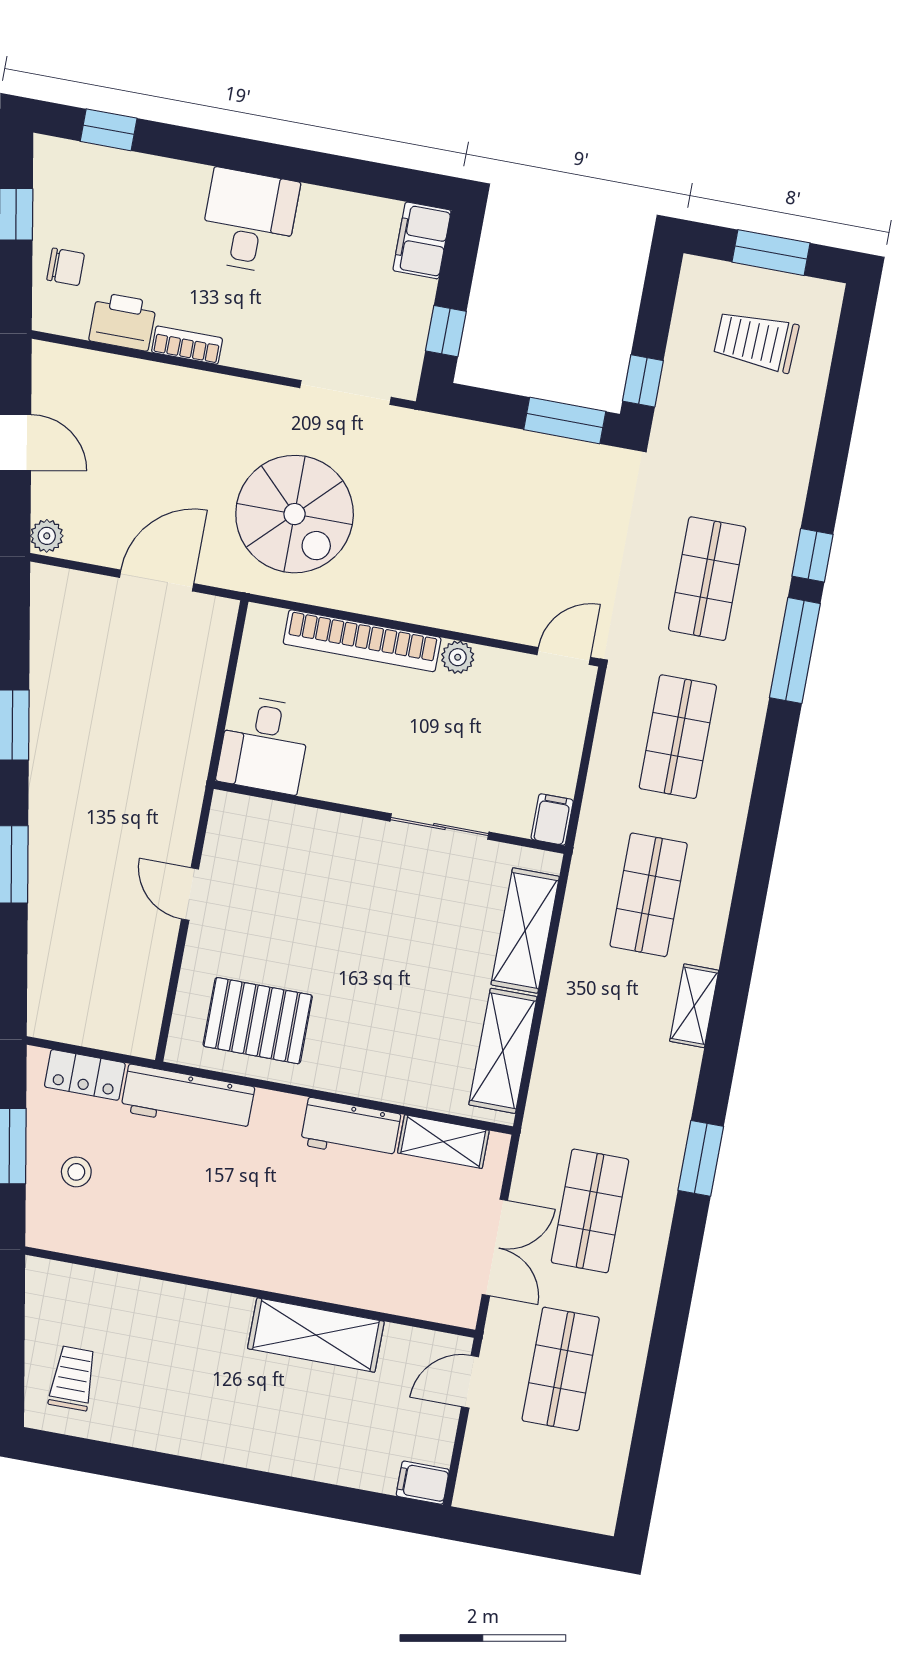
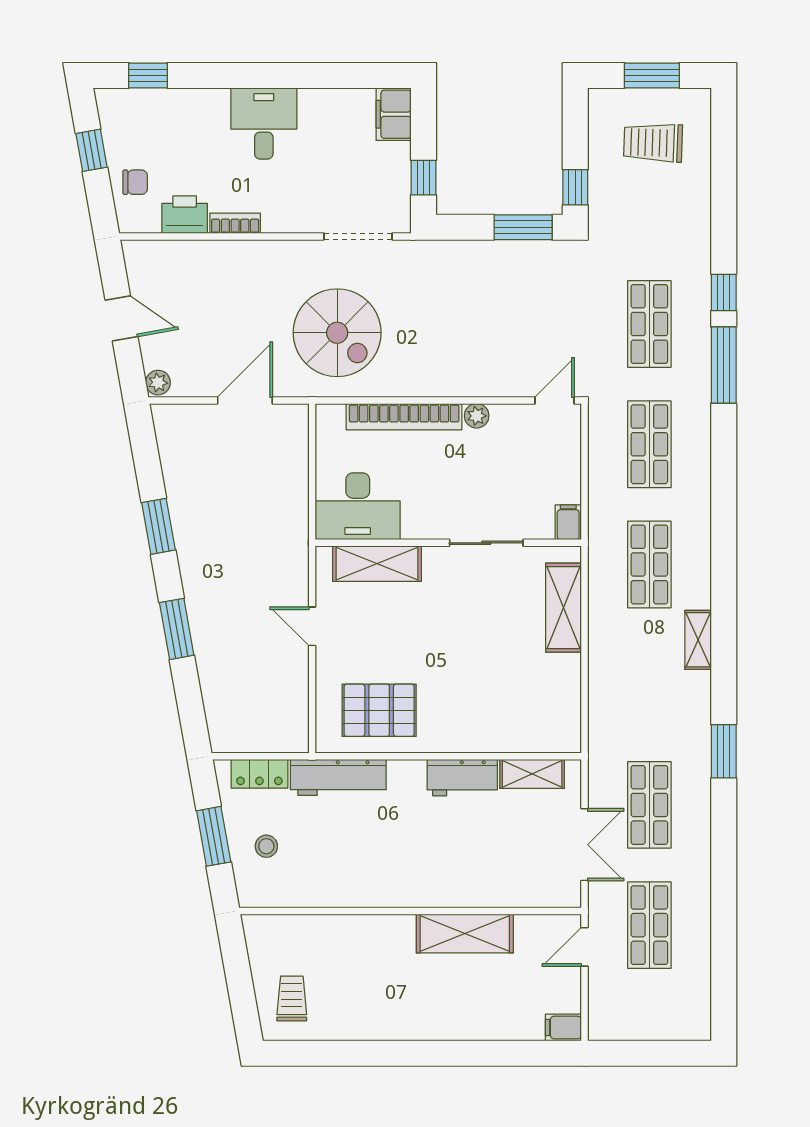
desk: (264, 744) -> (358, 506), width x1.37
shelving: (503, 1051) -> (377, 564), moved, turned 90

